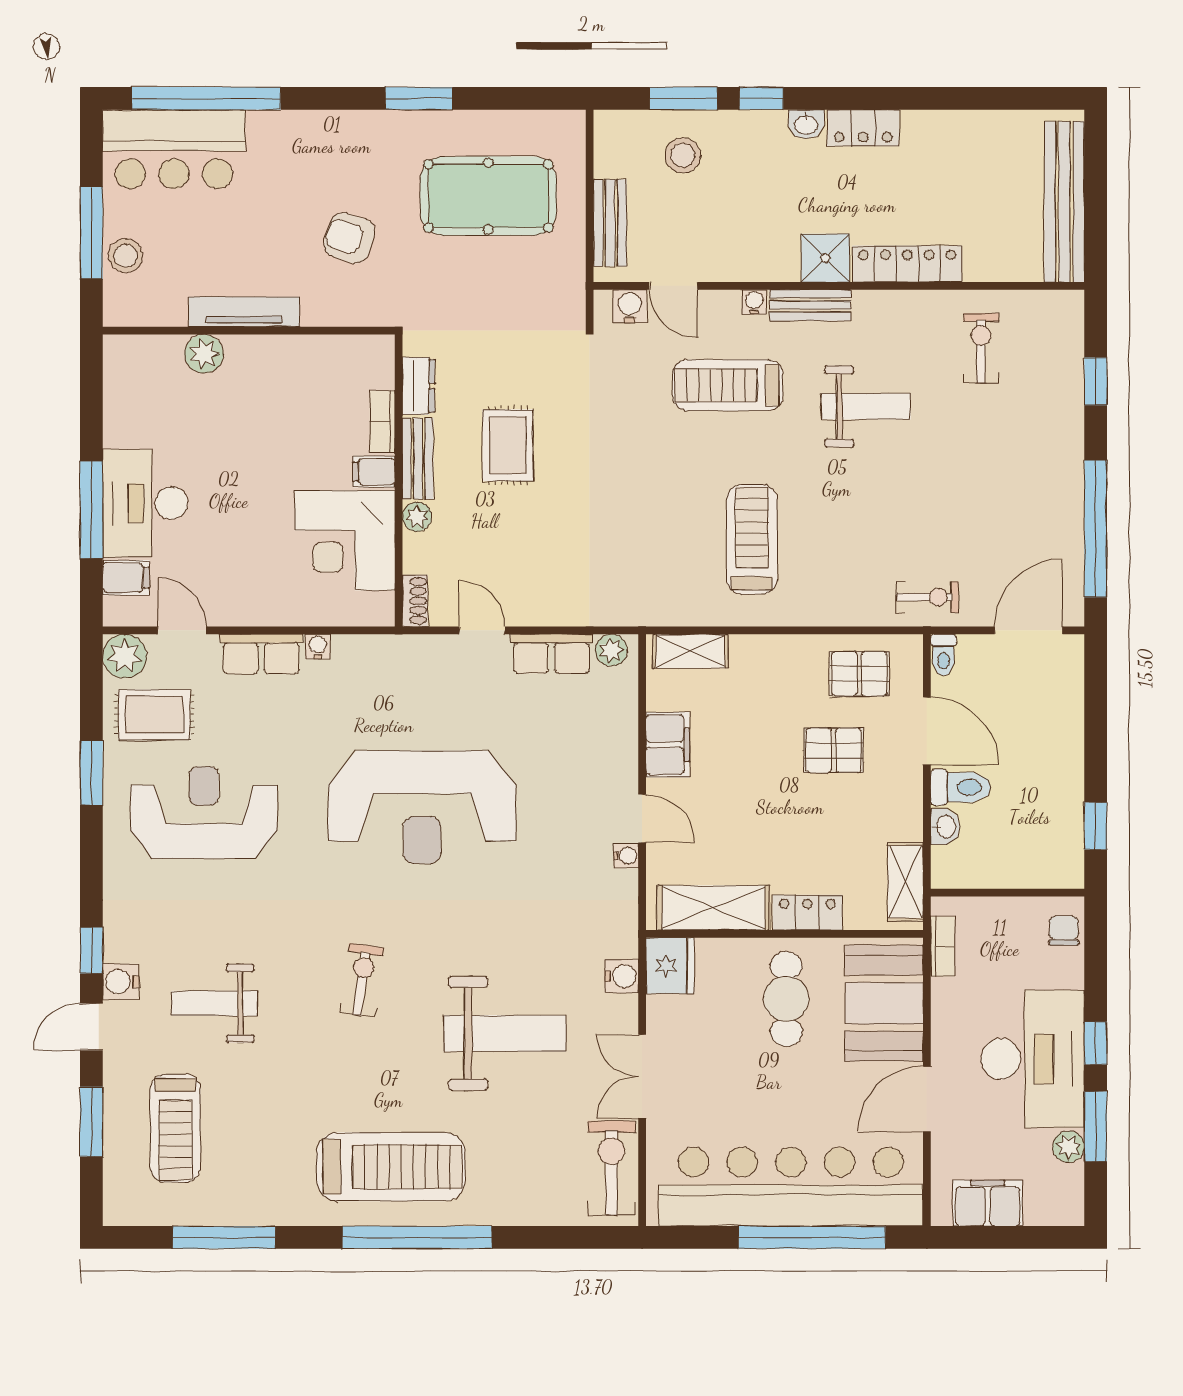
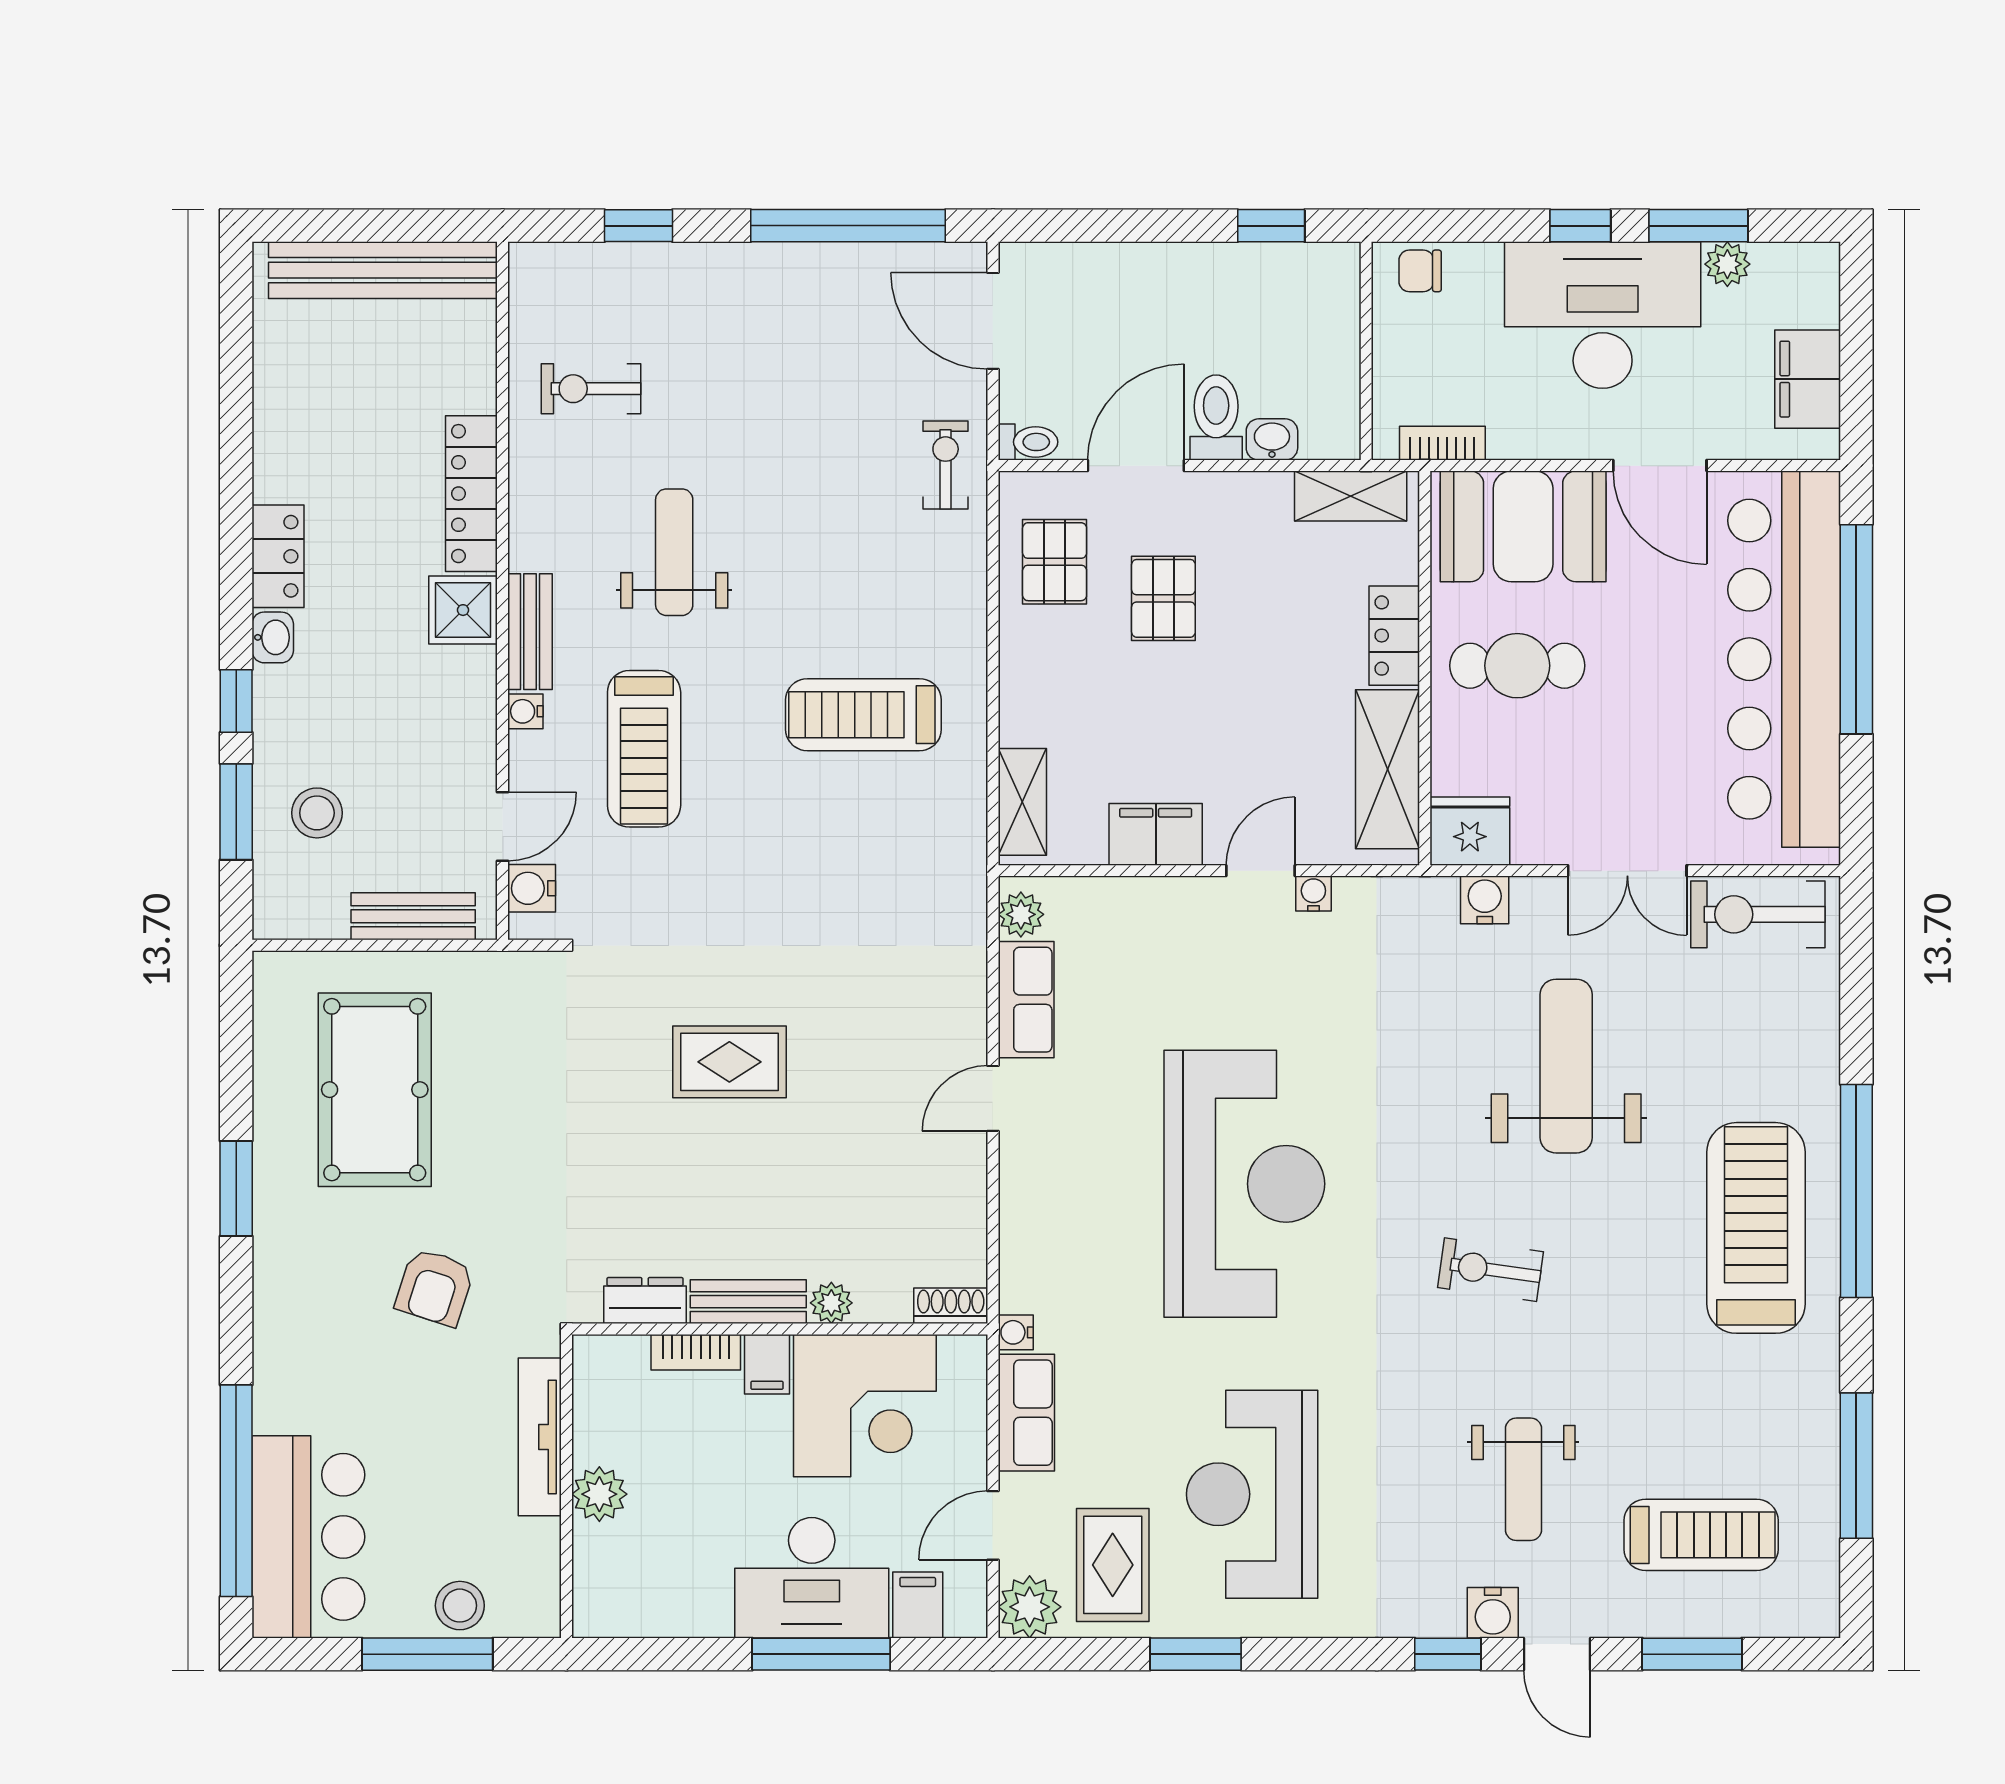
dresser: (419, 386) -> (645, 1301), moved
bookcase: (382, 422) -> (696, 1352), moved
bench: (418, 459) -> (748, 1302), moved
filing cabinet: (374, 472) -> (767, 1364), moved
wall: (399, 481) -> (780, 1329), moved
plant: (417, 517) -> (831, 1303), moved
corner desk: (345, 540) -> (865, 1406), moved
shoe rack: (415, 601) -> (951, 1306), moved

